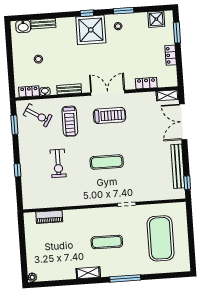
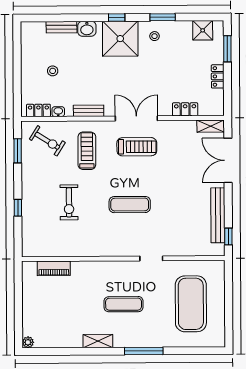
washbasin: (23, 26) -> (87, 29), moved
treadmill: (70, 121) -> (87, 151), turned 180

